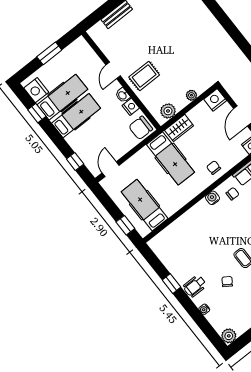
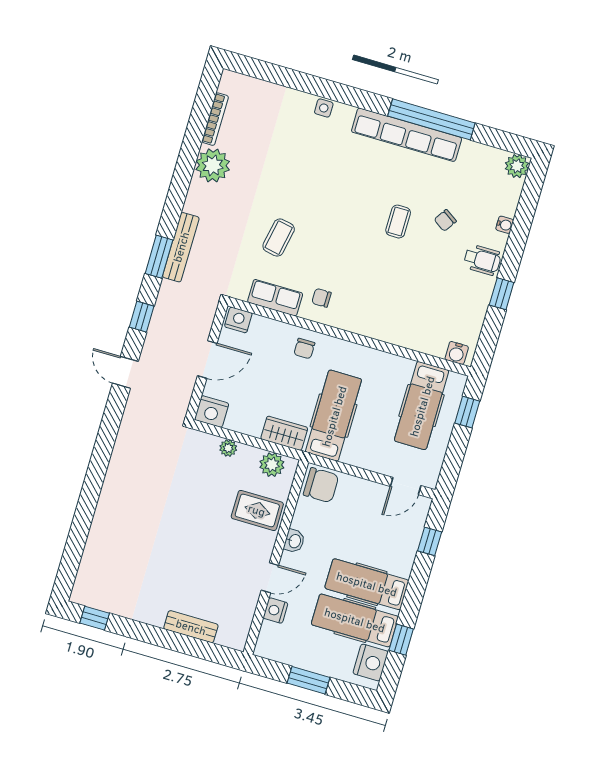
rug: (144, 76) -> (257, 510), moved
nightstand: (131, 107) -> (275, 611), moved
water cooler: (213, 198) -> (457, 353), moved

